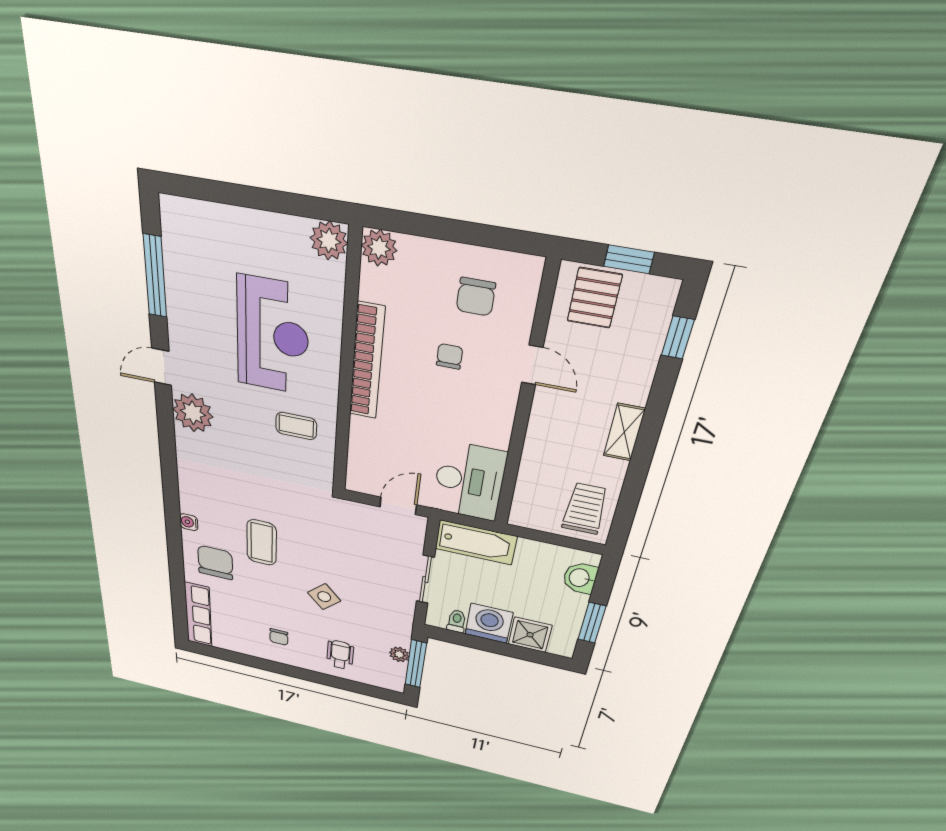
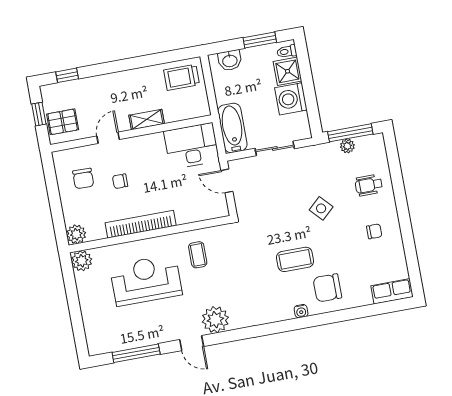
chair: (476, 297) -> (83, 178), turned 91
shelving: (624, 432) -> (147, 120), moved
row of seats: (198, 615) -> (392, 291), width x0.68
toilet: (457, 621) -> (287, 52), moved

